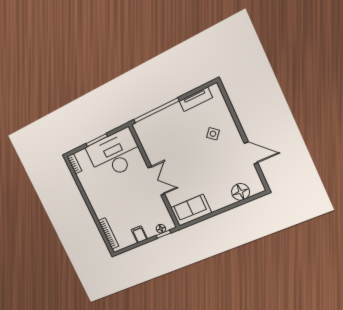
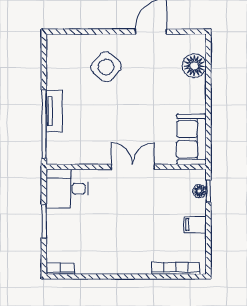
tv unit: (196, 99) -> (54, 111), moved
side table: (213, 134) -> (106, 67), width x1.87, depth x1.87
desk: (115, 154) -> (67, 189), width x0.53, depth x0.77

